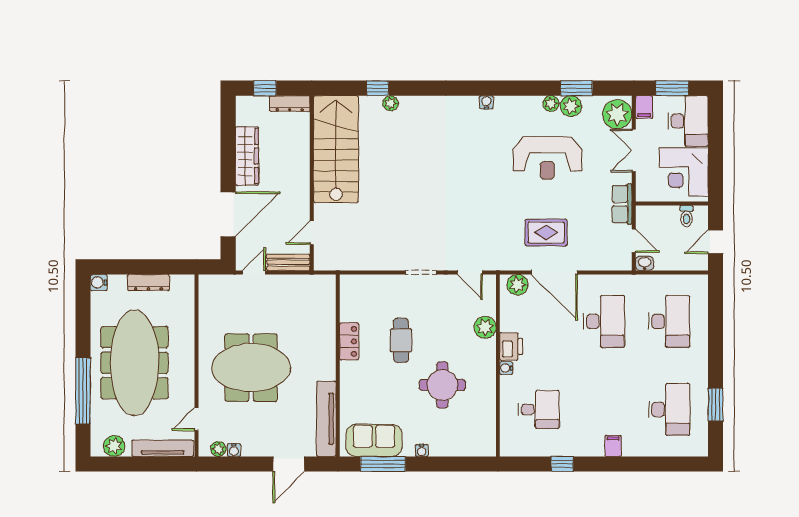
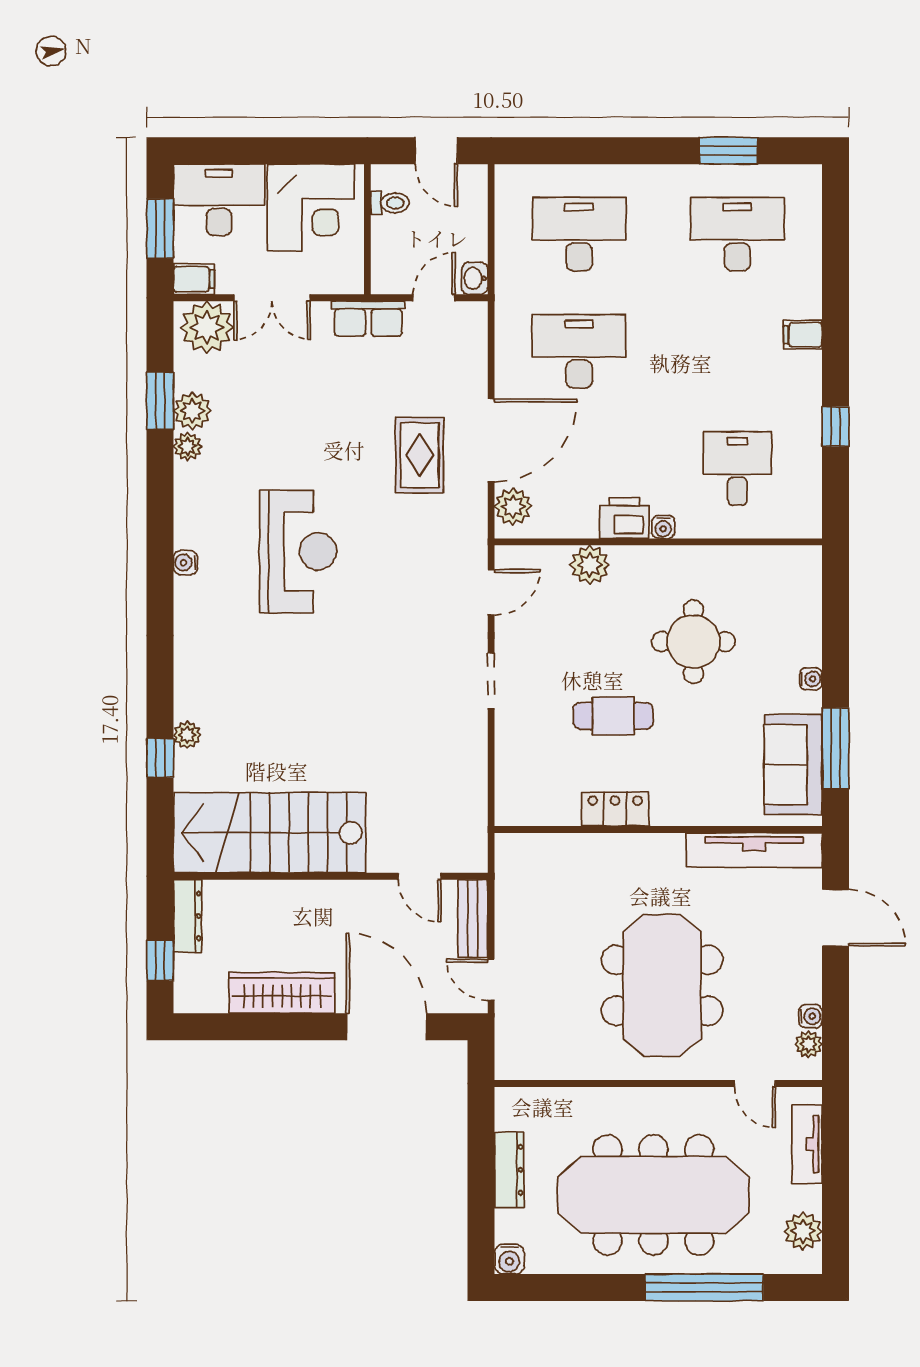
reception desk: (547, 158) -> (298, 551), moved
tv unit: (163, 448) -> (807, 1144), width x0.71

